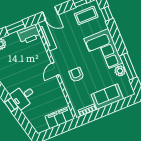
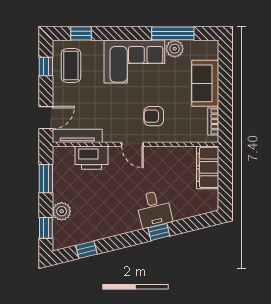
printer: (29, 34) -> (91, 158), moved, turned 90

